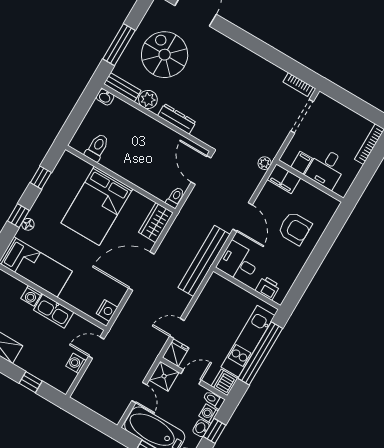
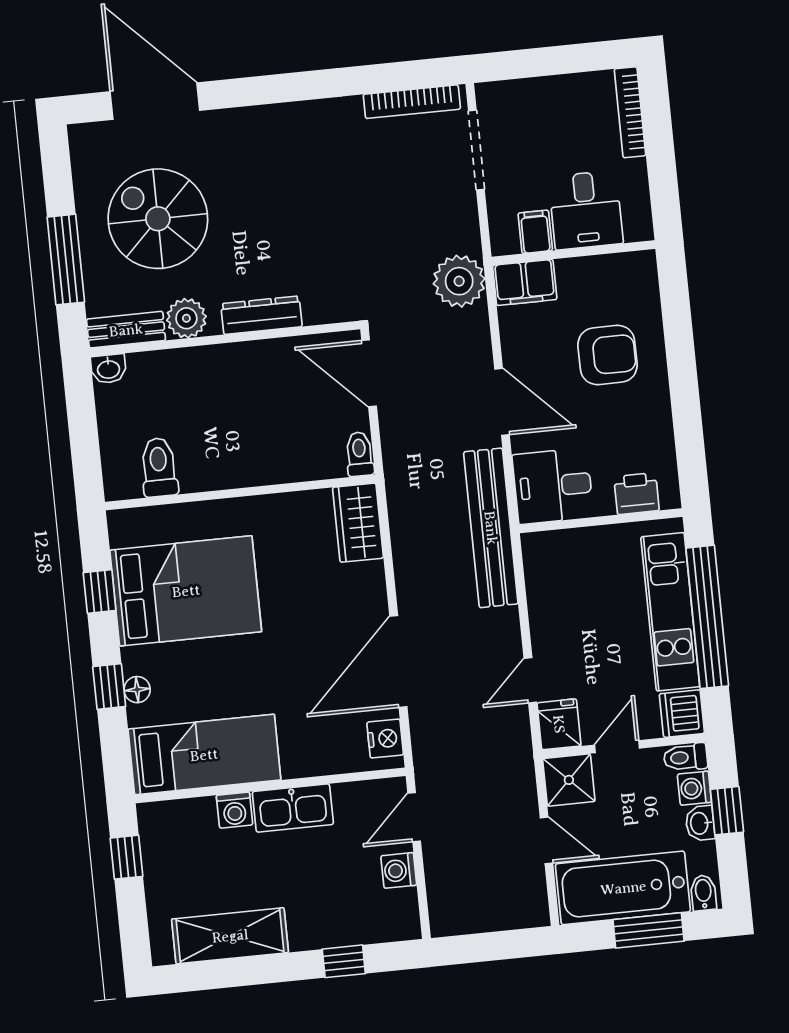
bookcase: (298, 85) -> (412, 102), width x1.56
plant: (265, 163) -> (459, 281), width x1.88, depth x1.88
bed: (97, 206) -> (186, 591), moved, turned -90
door: (141, 271) -> (398, 661), moved

